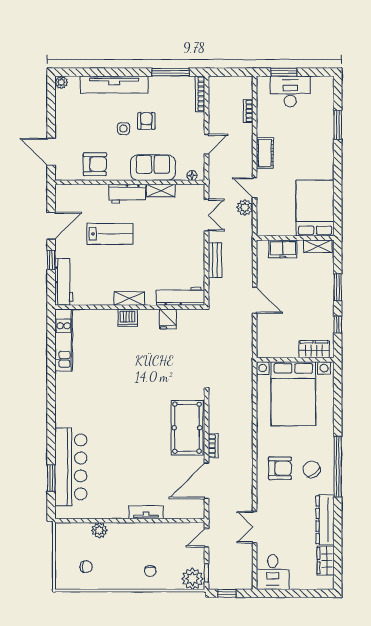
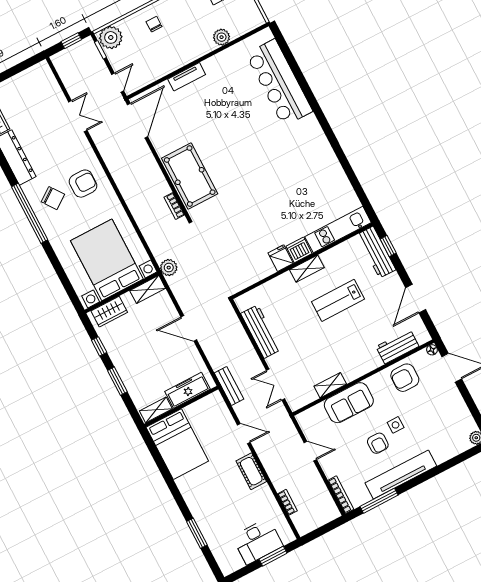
tv unit: (114, 85) -> (401, 474), moved
door: (206, 144) -> (310, 451), swing flipped
floor lamp: (192, 176) -> (432, 350), moved
workbench: (127, 194) -> (397, 346), moved
plant: (245, 208) -> (169, 268), moved
lab bench: (110, 234) -> (338, 300), moved
freezer: (283, 249) -> (187, 390), width x1.40
window: (51, 260) -> (388, 246), moved
bench: (215, 260) -> (229, 386), moved
workbench: (180, 296) -> (261, 332), moved, turned -90
fridge: (168, 319) -> (281, 258), moved
kitchen unit: (64, 340) -> (338, 230), moved, turned 90
shelving: (272, 351) -> (148, 289), added
bookcase: (213, 446) -> (174, 206), moved
armchair: (280, 468) -> (83, 184), turned 180
window: (51, 478) -> (292, 62), removed
door: (206, 481) -> (138, 121), moved
desk: (273, 572) -> (39, 83), removed

